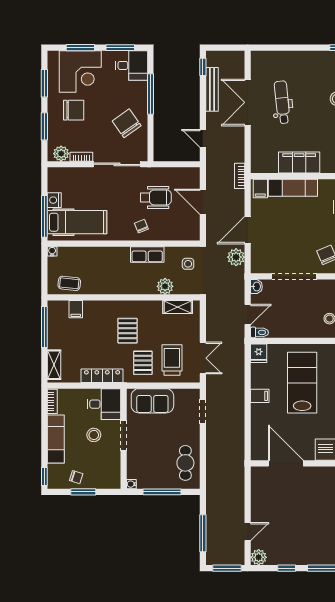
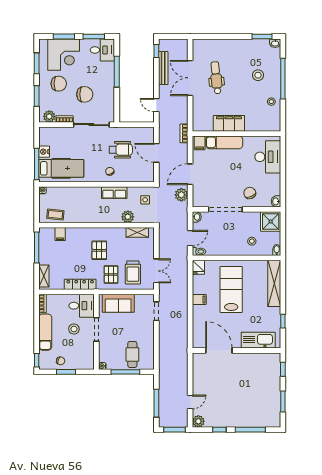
chair: (127, 123) -> (85, 94), moved, turned 125
trolley: (172, 360) -> (133, 272), turned 180
cafe table: (185, 463) -> (132, 354), moved

